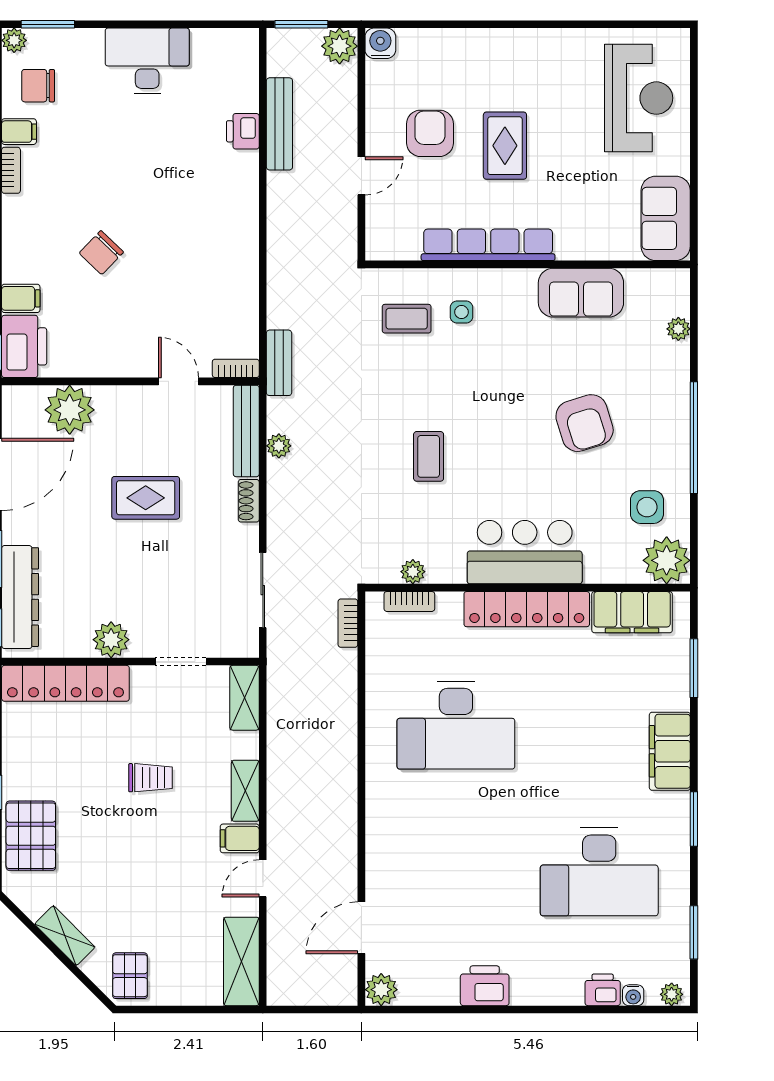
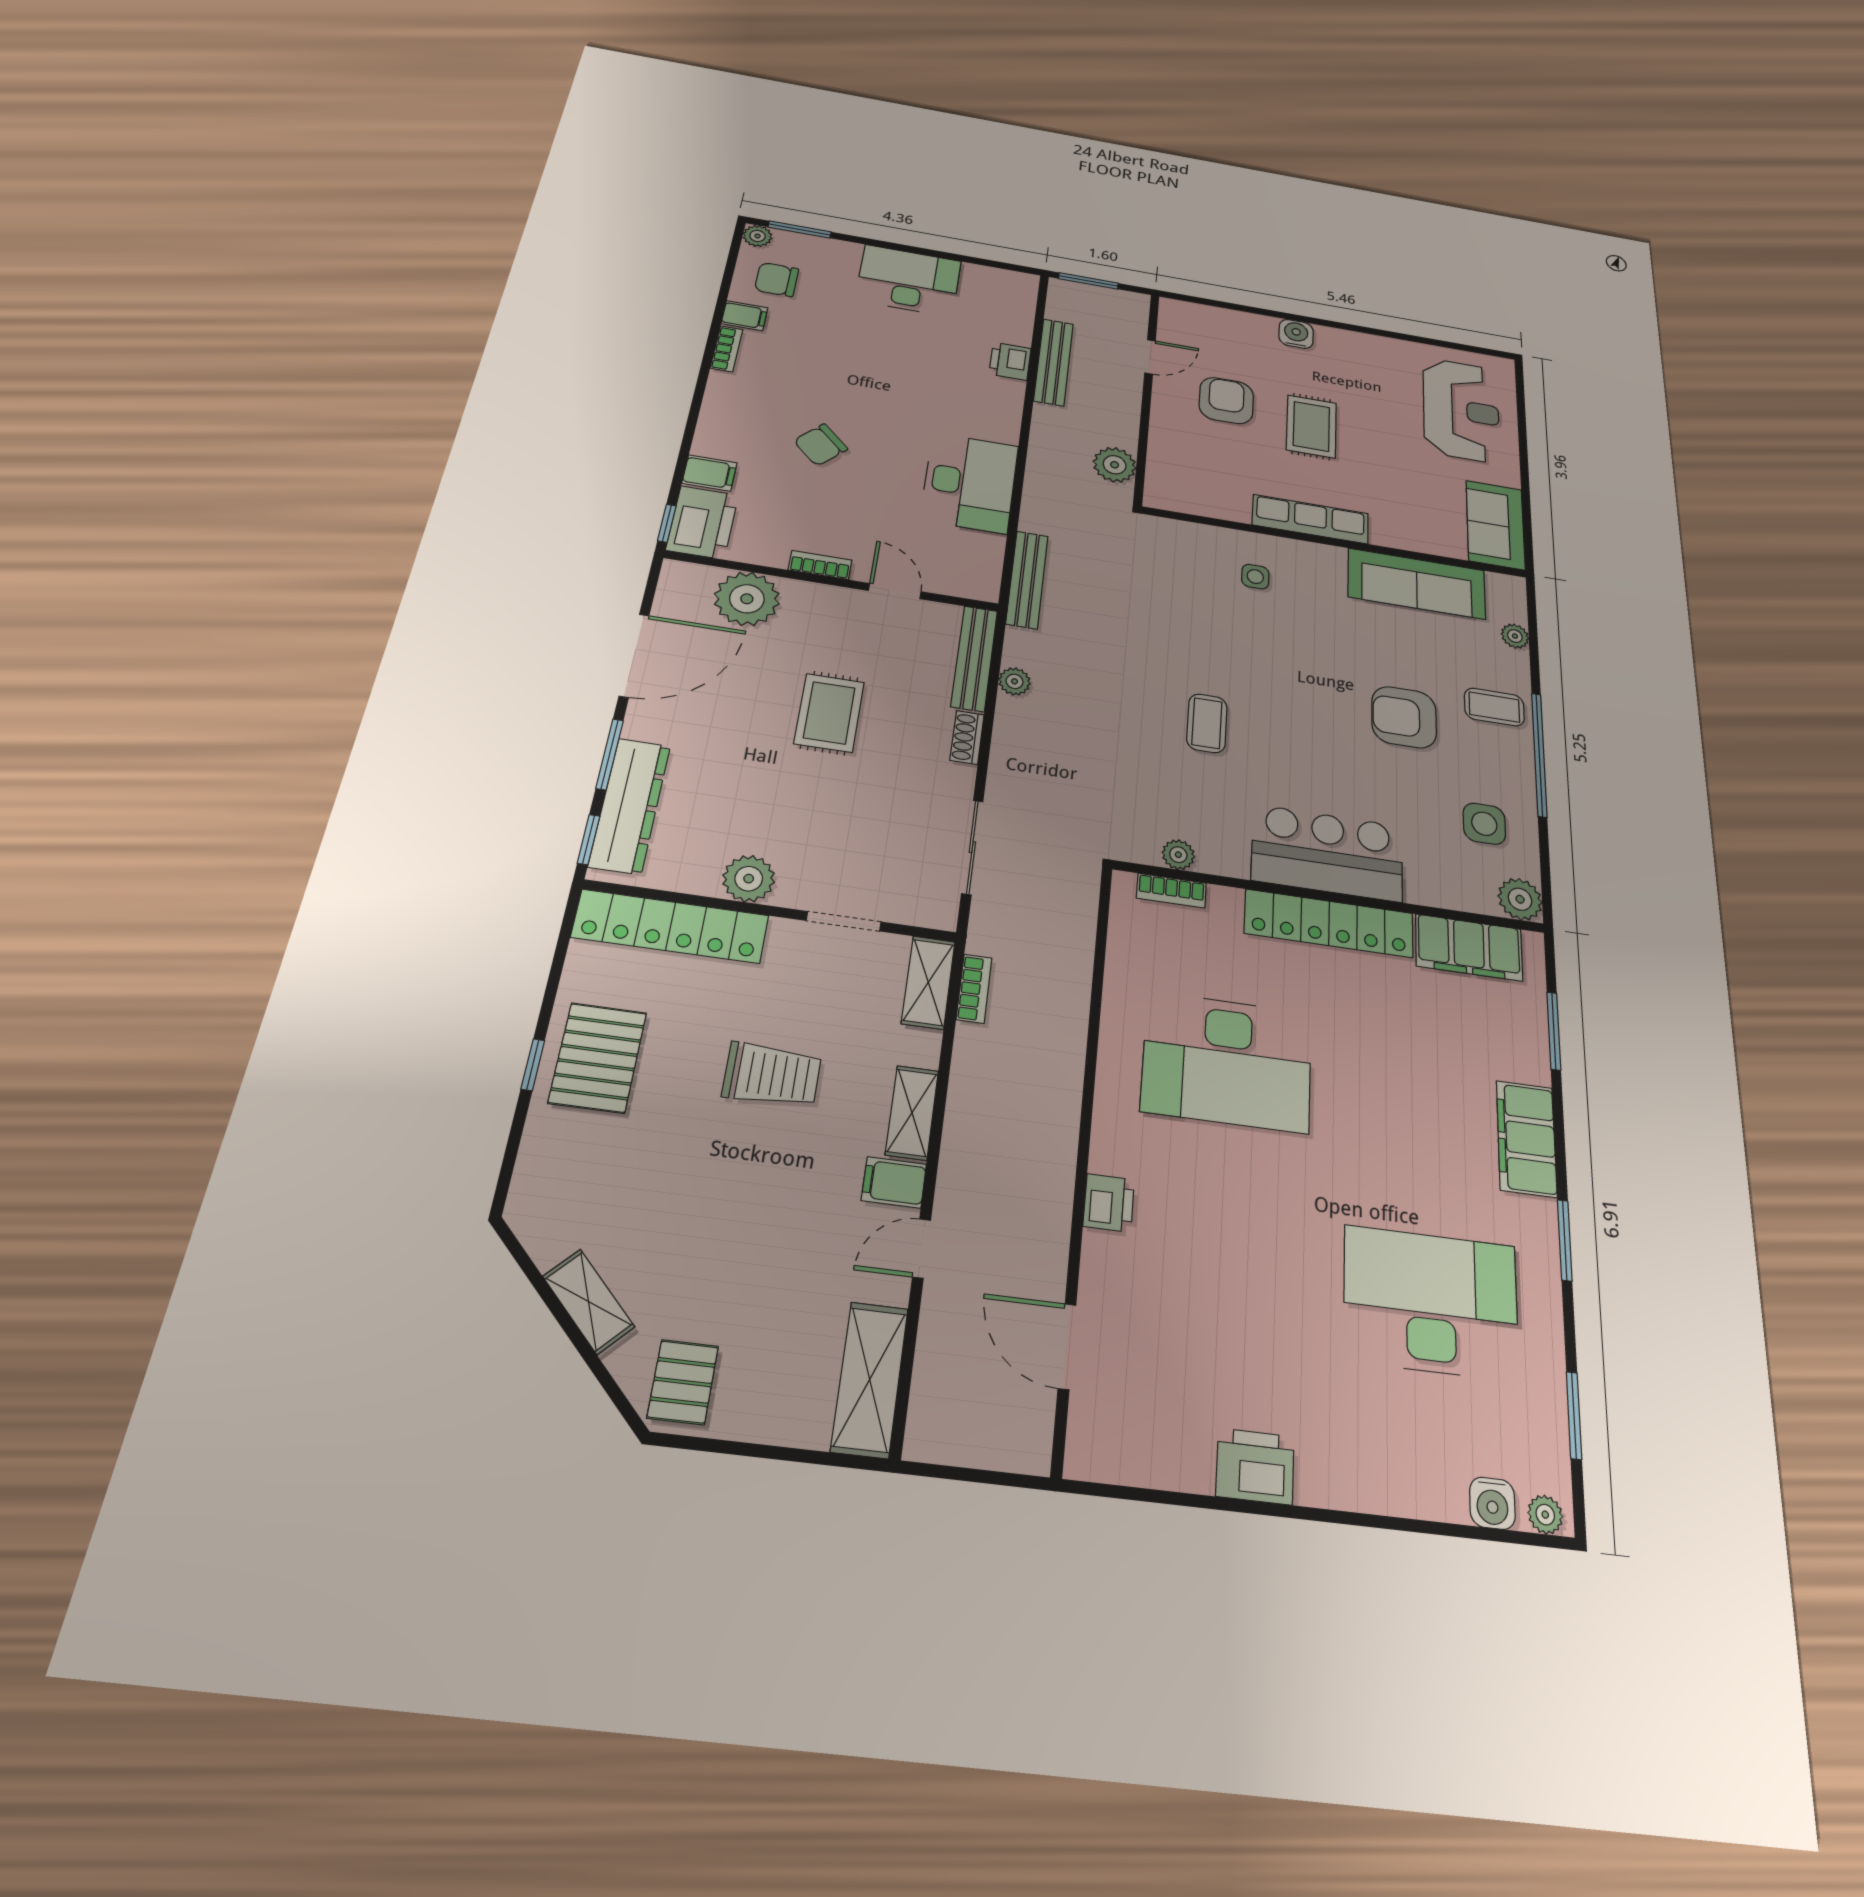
water cooler: (380, 43) -> (1296, 334), moved
plant: (340, 46) -> (1115, 465), moved
door: (361, 176) -> (1150, 357), moved
row of seats: (488, 245) -> (1310, 519), width x0.73
desk: (224, 266) -> (970, 483), added
sofa: (581, 293) -> (1417, 584), width x1.36
coffee table: (407, 319) -> (1494, 707), moved
bench: (279, 363) -> (1027, 580), width x1.36
bookcase: (236, 368) -> (820, 565), moved
armchair: (585, 423) -> (1404, 717), turned 107
rug: (146, 498) -> (829, 713), turned 90
plant: (667, 560) -> (1520, 899), width x0.73, depth x0.73
bookcase: (348, 623) -> (974, 989), moved, turned 180
trolley: (150, 778) -> (772, 1075), width x1.36, depth x1.39
pallet: (31, 836) -> (598, 1058), moved
desk: (599, 872) -> (1431, 1303), turned 180
door: (361, 928) -> (1067, 1346), hinge flipped
plant: (381, 990) -> (1090, 1454), removed
printer: (603, 990) -> (1109, 1203), moved, turned 90
water cooler: (633, 995) -> (1492, 1503), width x1.38, depth x1.38

